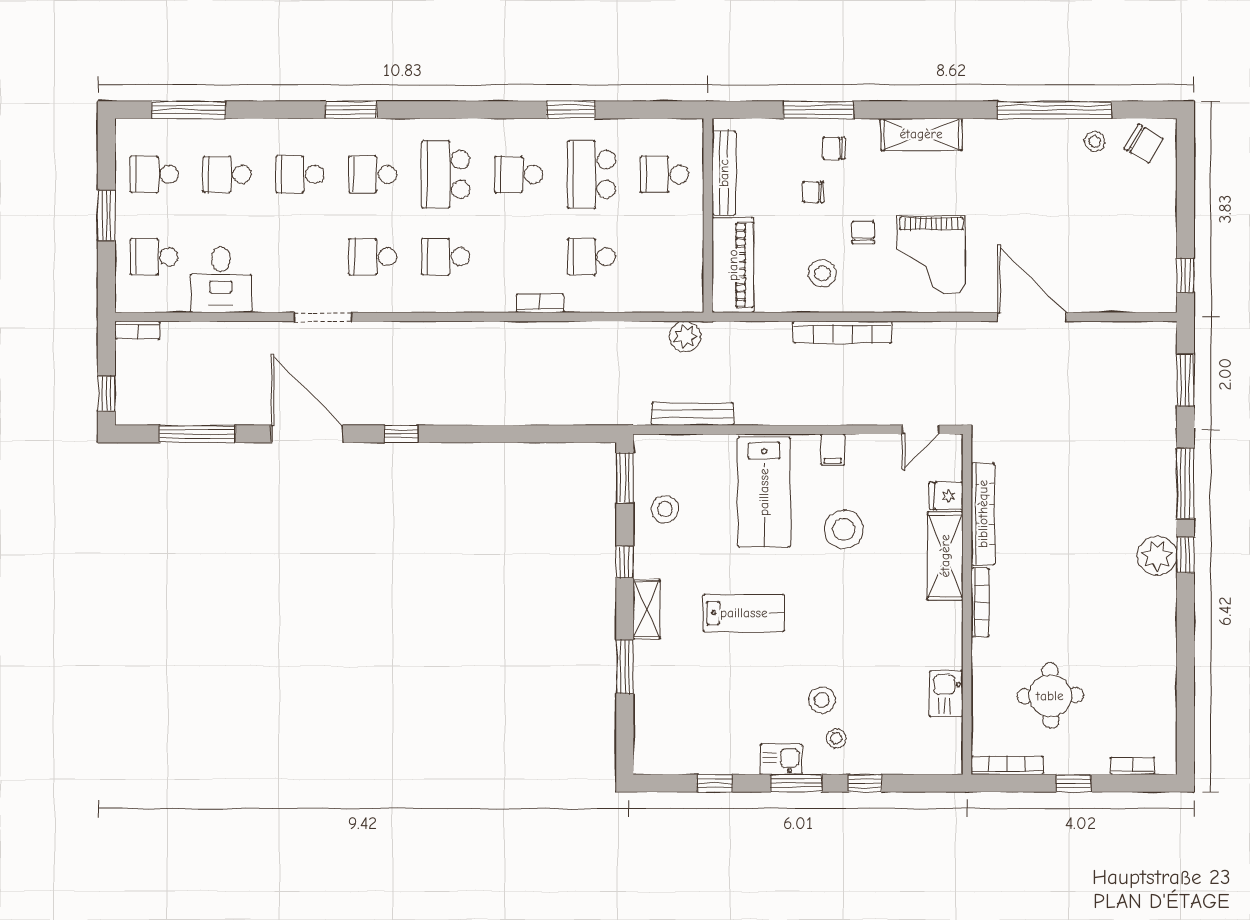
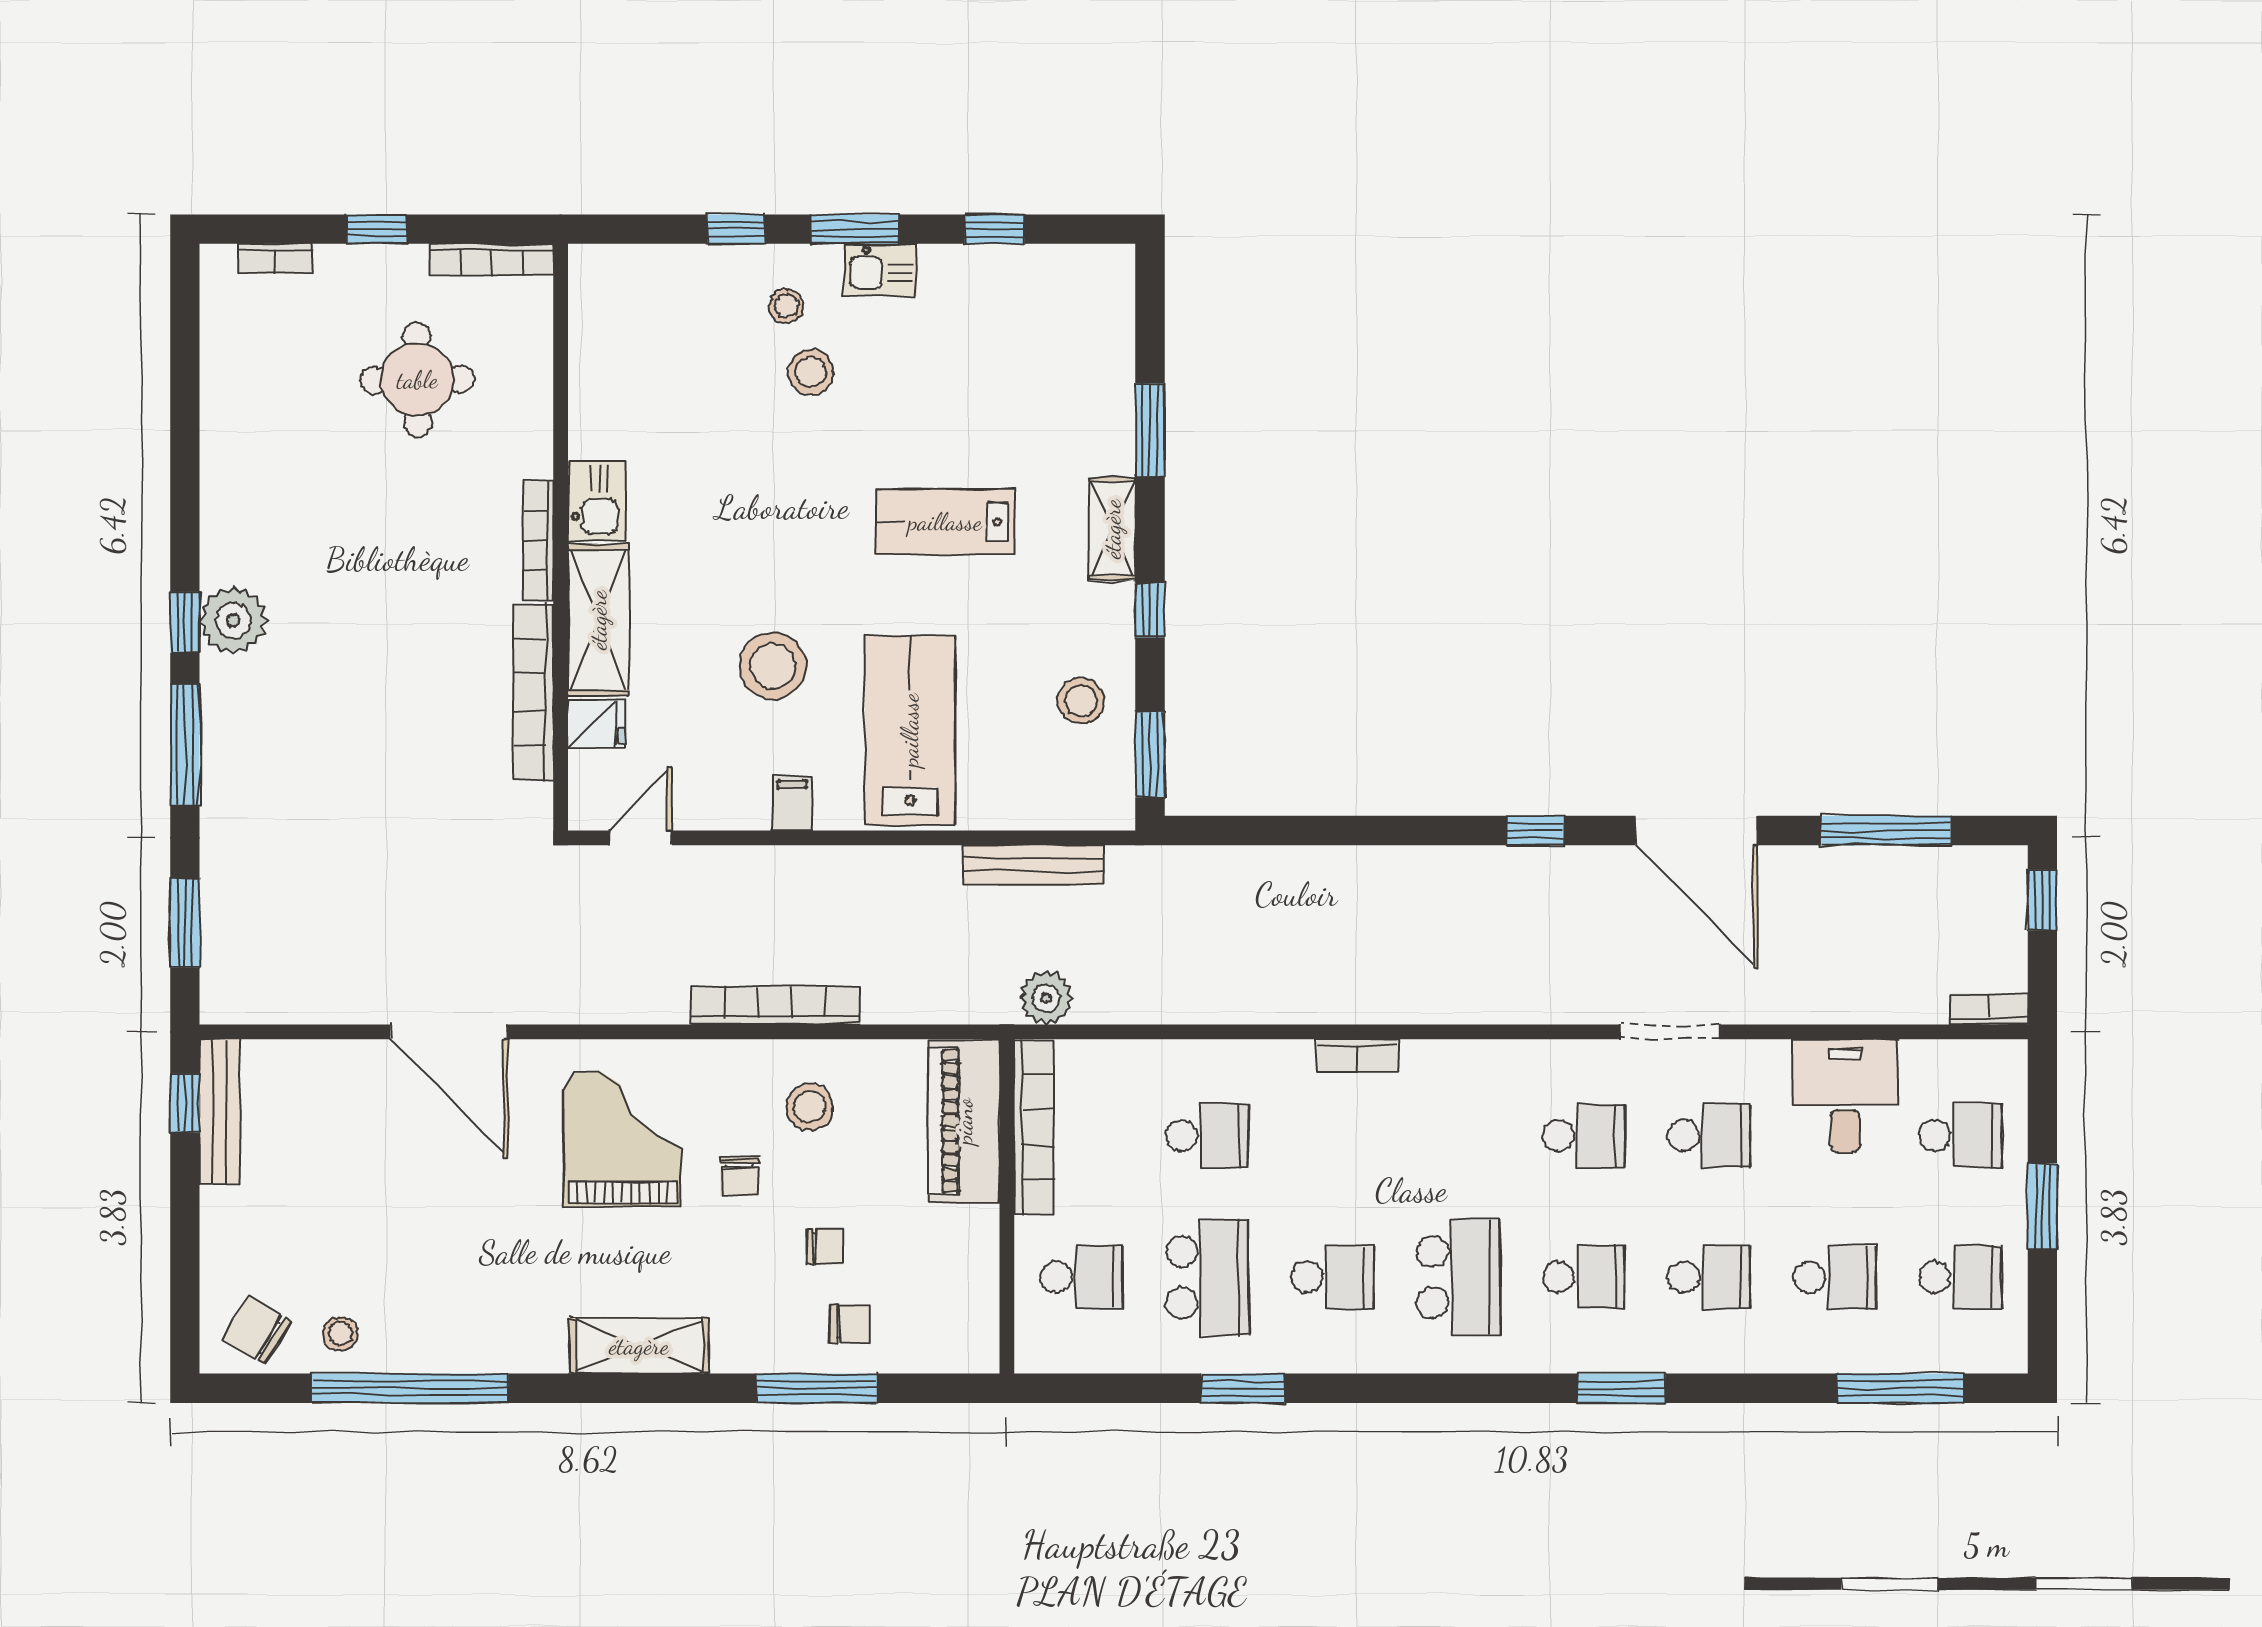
chair: (834, 148) -> (849, 1323), moved
bench: (724, 173) -> (220, 1112), moved
school desk: (446, 257) -> (1709, 1136), moved
bookcase: (692, 262) -> (1034, 1127), added
bookcase: (540, 303) -> (1358, 1055), moved
kitchen sink: (946, 694) -> (597, 500), moved

